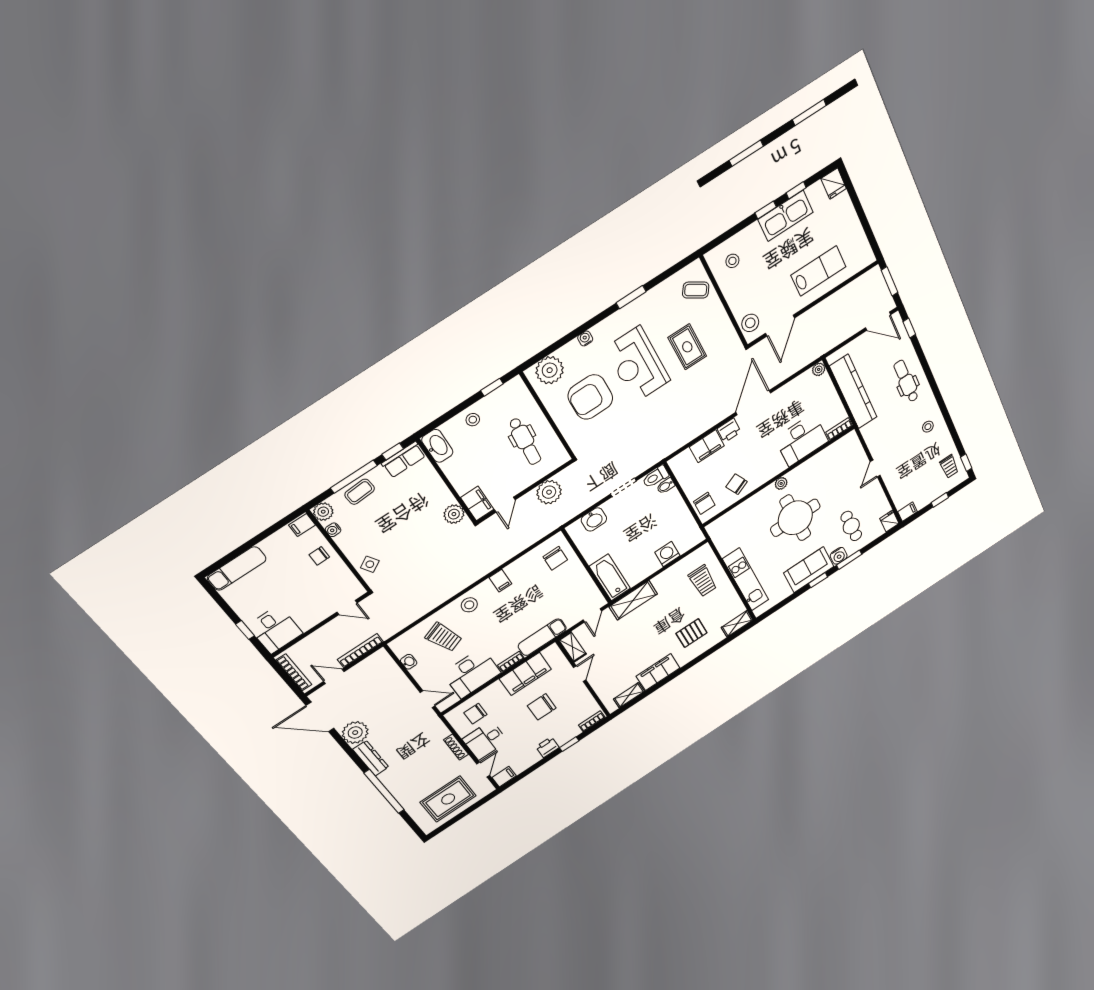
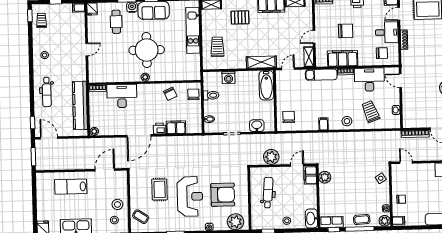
stool: (750, 323) -> (117, 204), moved
toilet: (656, 477) -> (211, 95), moved

